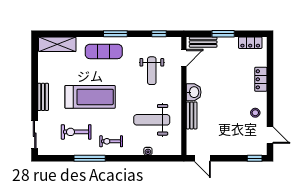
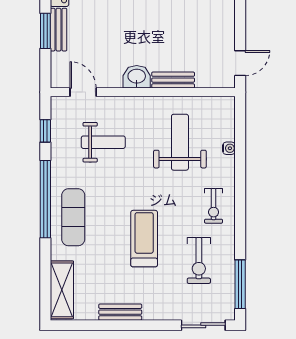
window: (115, 34) -> (45, 199), width x2.11
bench: (203, 42) -> (58, 30), moved
bench: (43, 97) -> (120, 312), moved
treadmill: (90, 97) -> (144, 239), width x0.73, depth x0.73
weight bench: (152, 120) -> (180, 142), turned 180
window: (90, 158) -> (240, 284), moved

